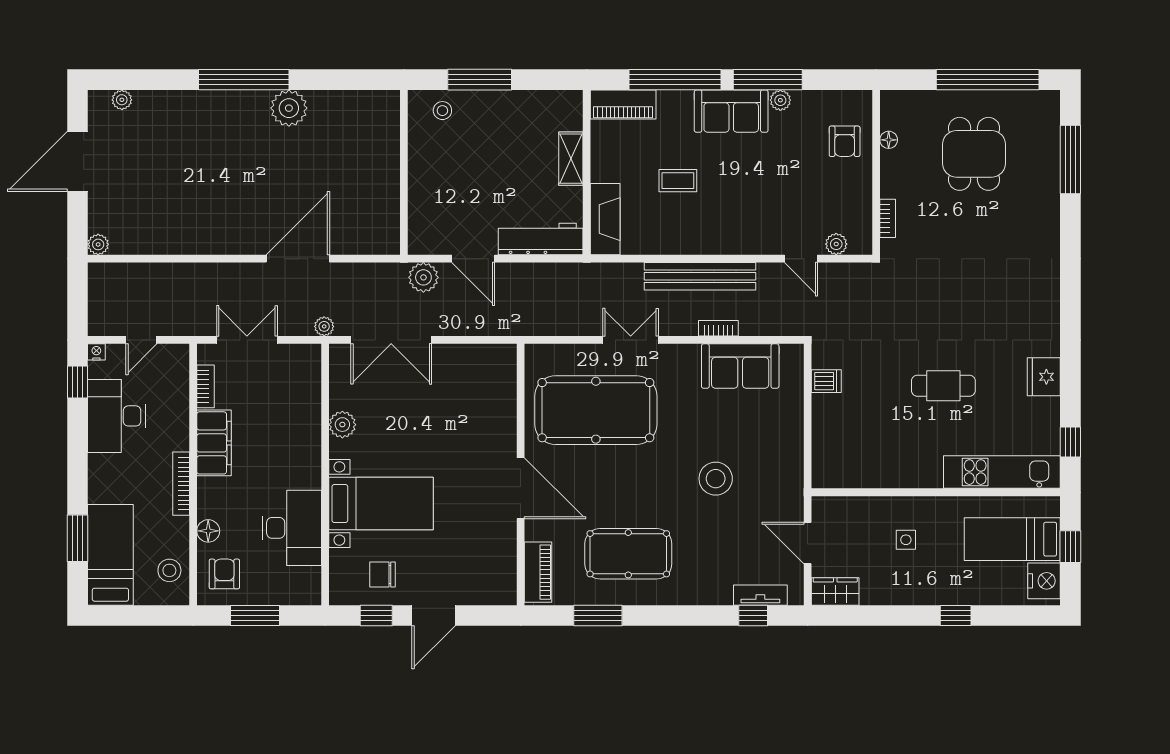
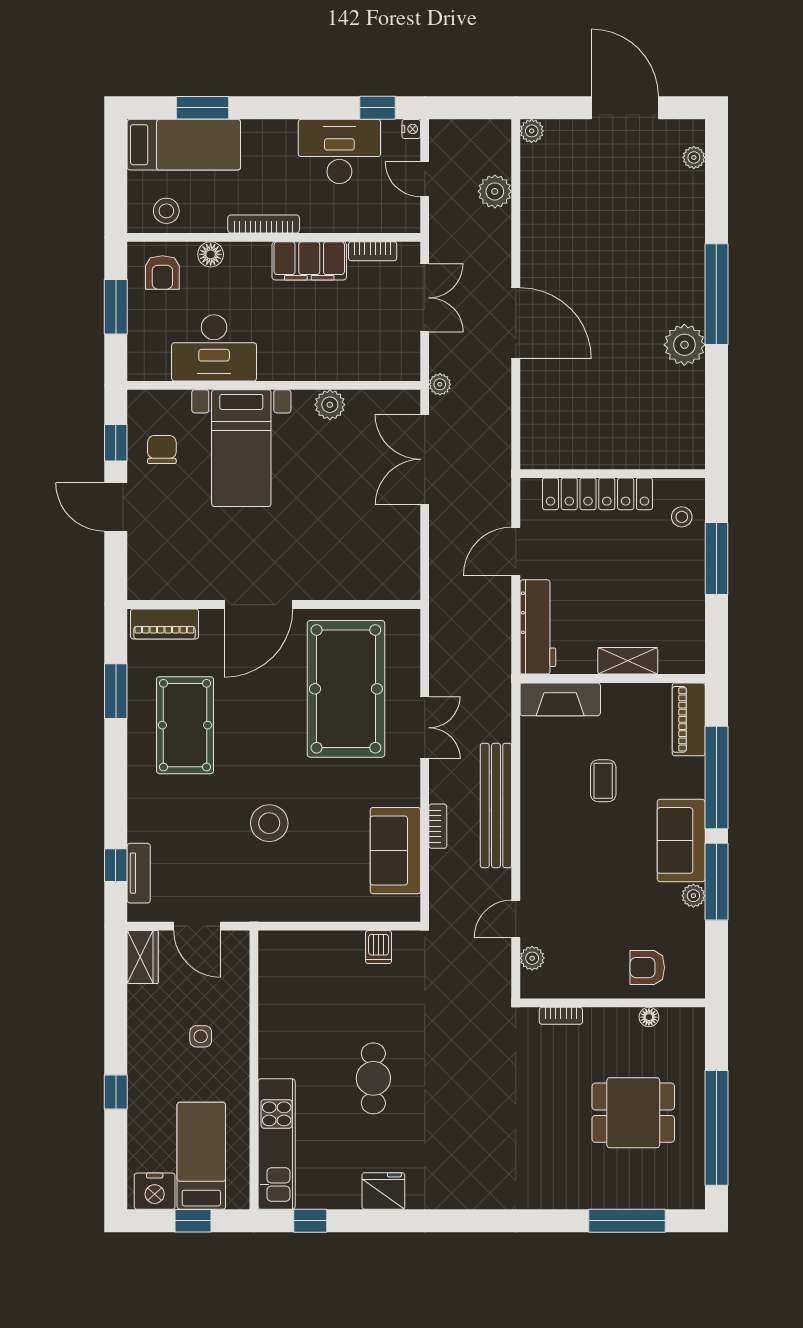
locker: (422, 186) -> (597, 494), added
door: (298, 259) -> (516, 323), moved
plant: (423, 277) -> (495, 191), moved
door: (808, 543) -> (197, 926), swing flipped
armchair: (224, 574) -> (162, 272), turned 90

